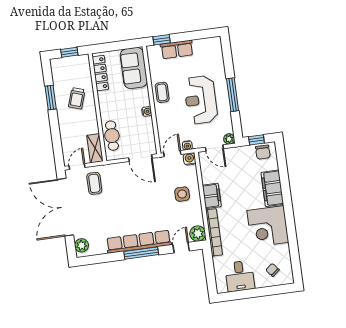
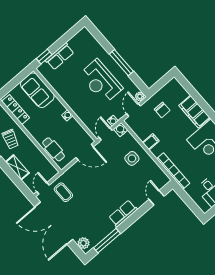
coffee table: (162, 92) -> (69, 94), removed
window: (256, 140) -> (160, 84), removed
shelving: (95, 148) -> (17, 167), moved
door: (214, 148) -> (133, 110), swing flipped
chair: (263, 152) -> (162, 110), moved
filing cabinet: (212, 196) -> (151, 142), width x0.50
plant: (198, 234) -> (162, 180), removed
row of seats: (139, 242) -> (123, 213), width x0.50
window: (141, 253) -> (107, 241), moved

